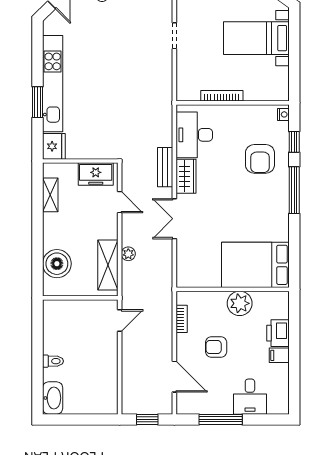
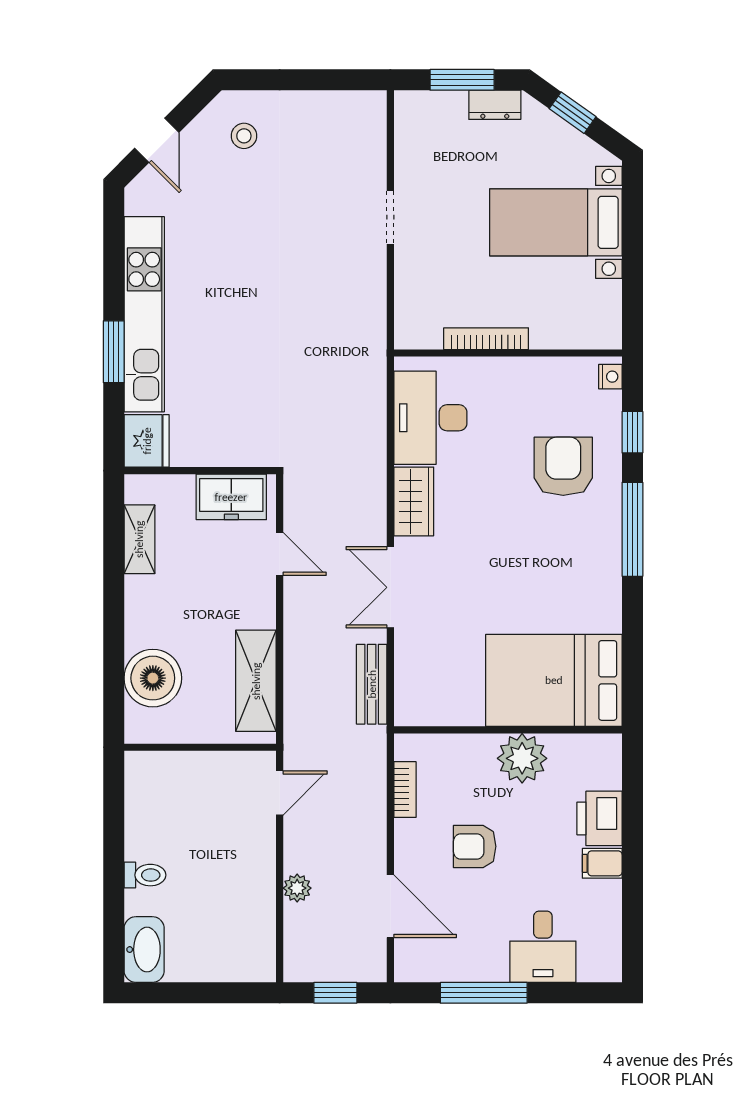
armchair: (260, 159) -> (563, 466), turned 180
bench: (165, 167) -> (372, 684), moved
plant: (128, 254) -> (297, 888), moved

